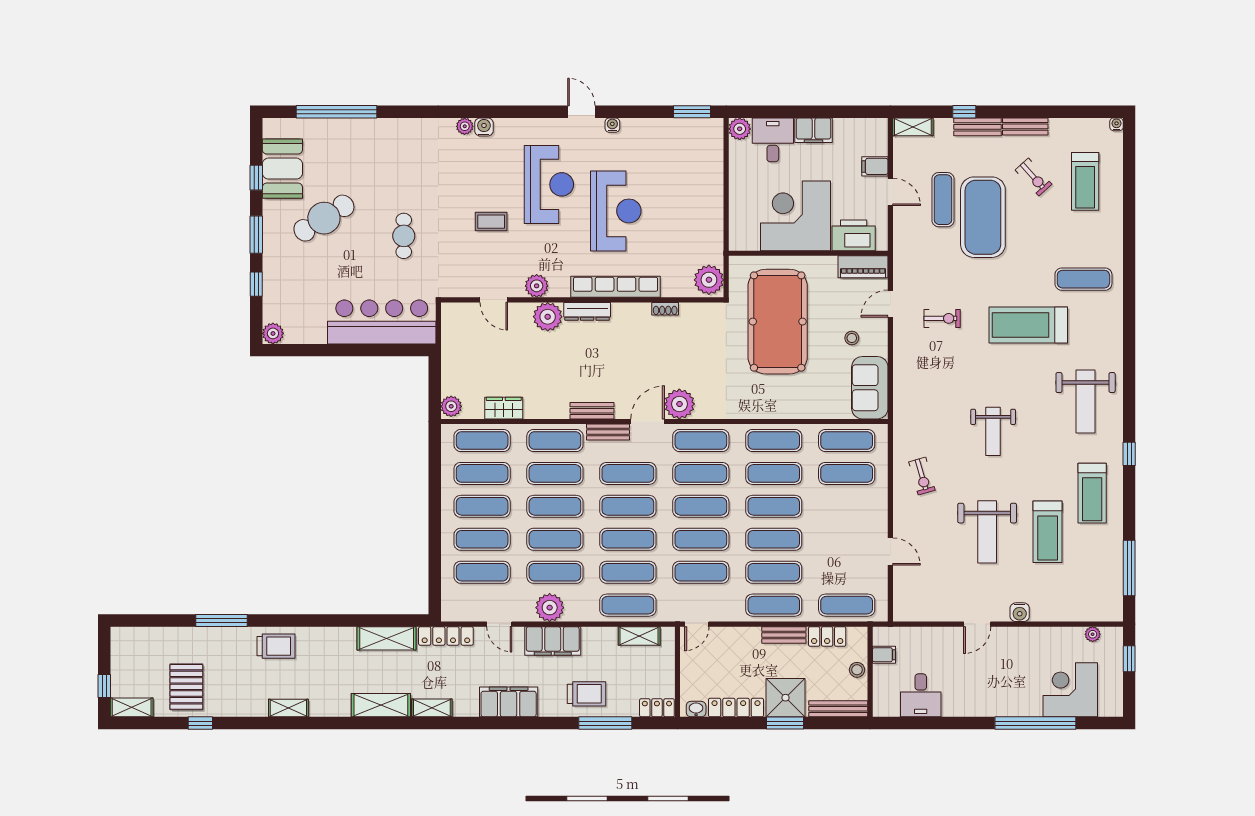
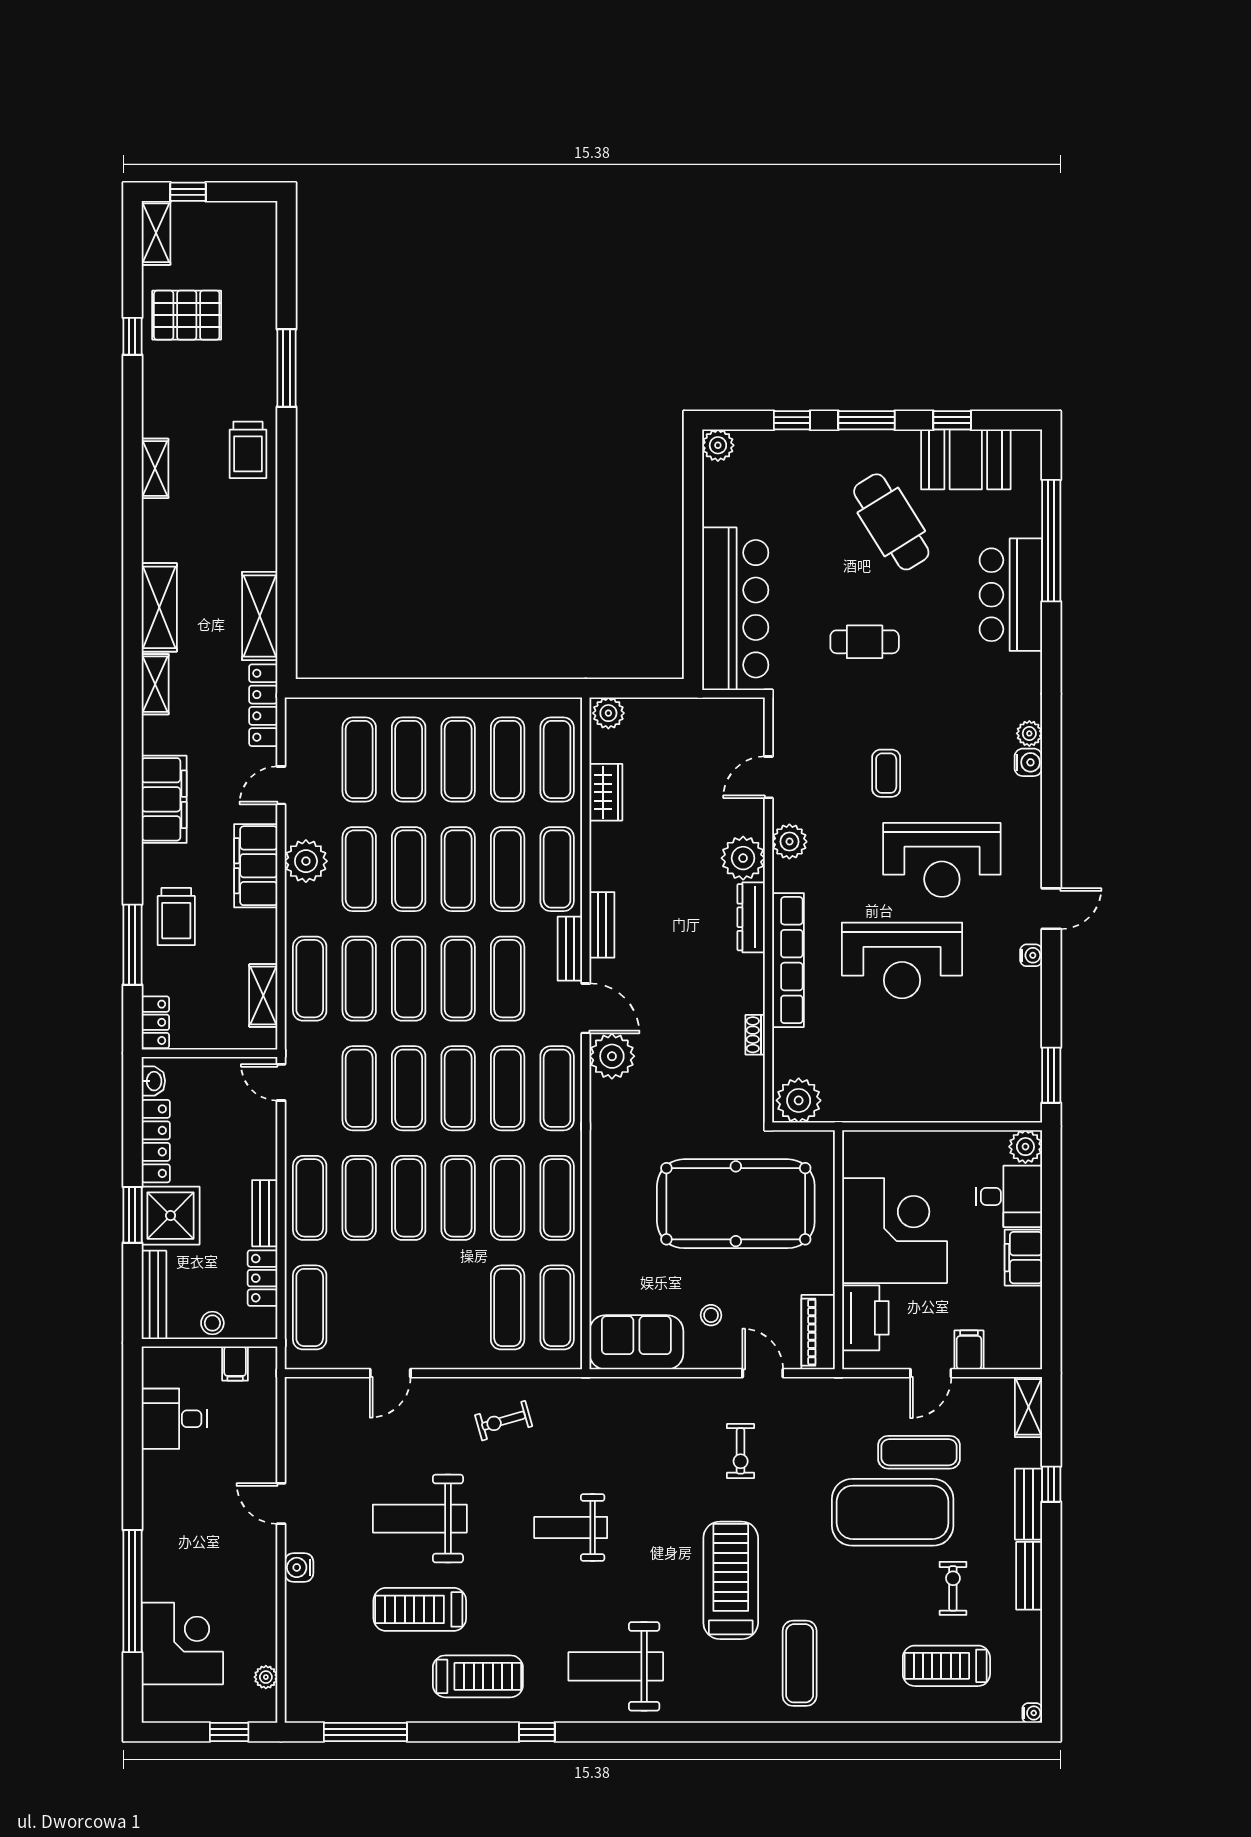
bar counter: (372, 139) -> (1011, 595), added
exercise bike: (1034, 177) -> (953, 1588), turned 132
treadmill: (1092, 493) -> (478, 1676), turned 180

